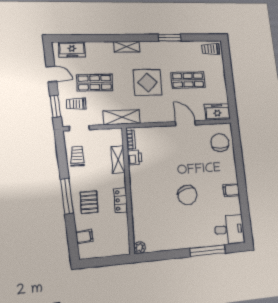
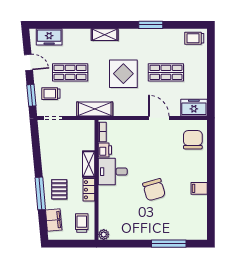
trolley: (77, 156) -> (82, 223), moved
shelving: (118, 160) -> (89, 164), moved
window: (67, 196) -> (40, 193), moved
desk: (229, 229) -> (113, 172), moved, turned 180
filing cabinet: (84, 237) -> (54, 220), width x2.00

